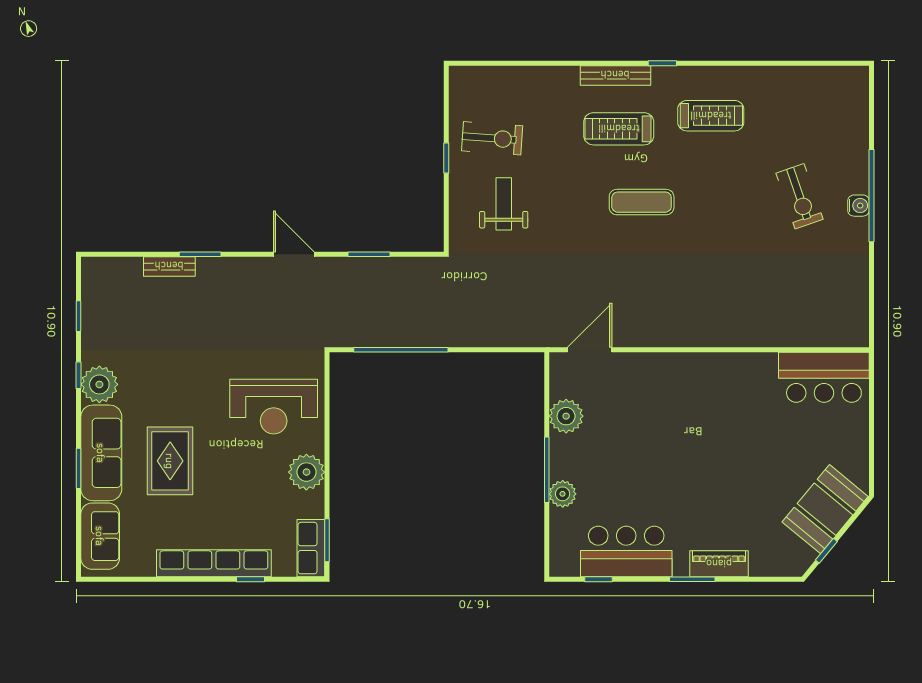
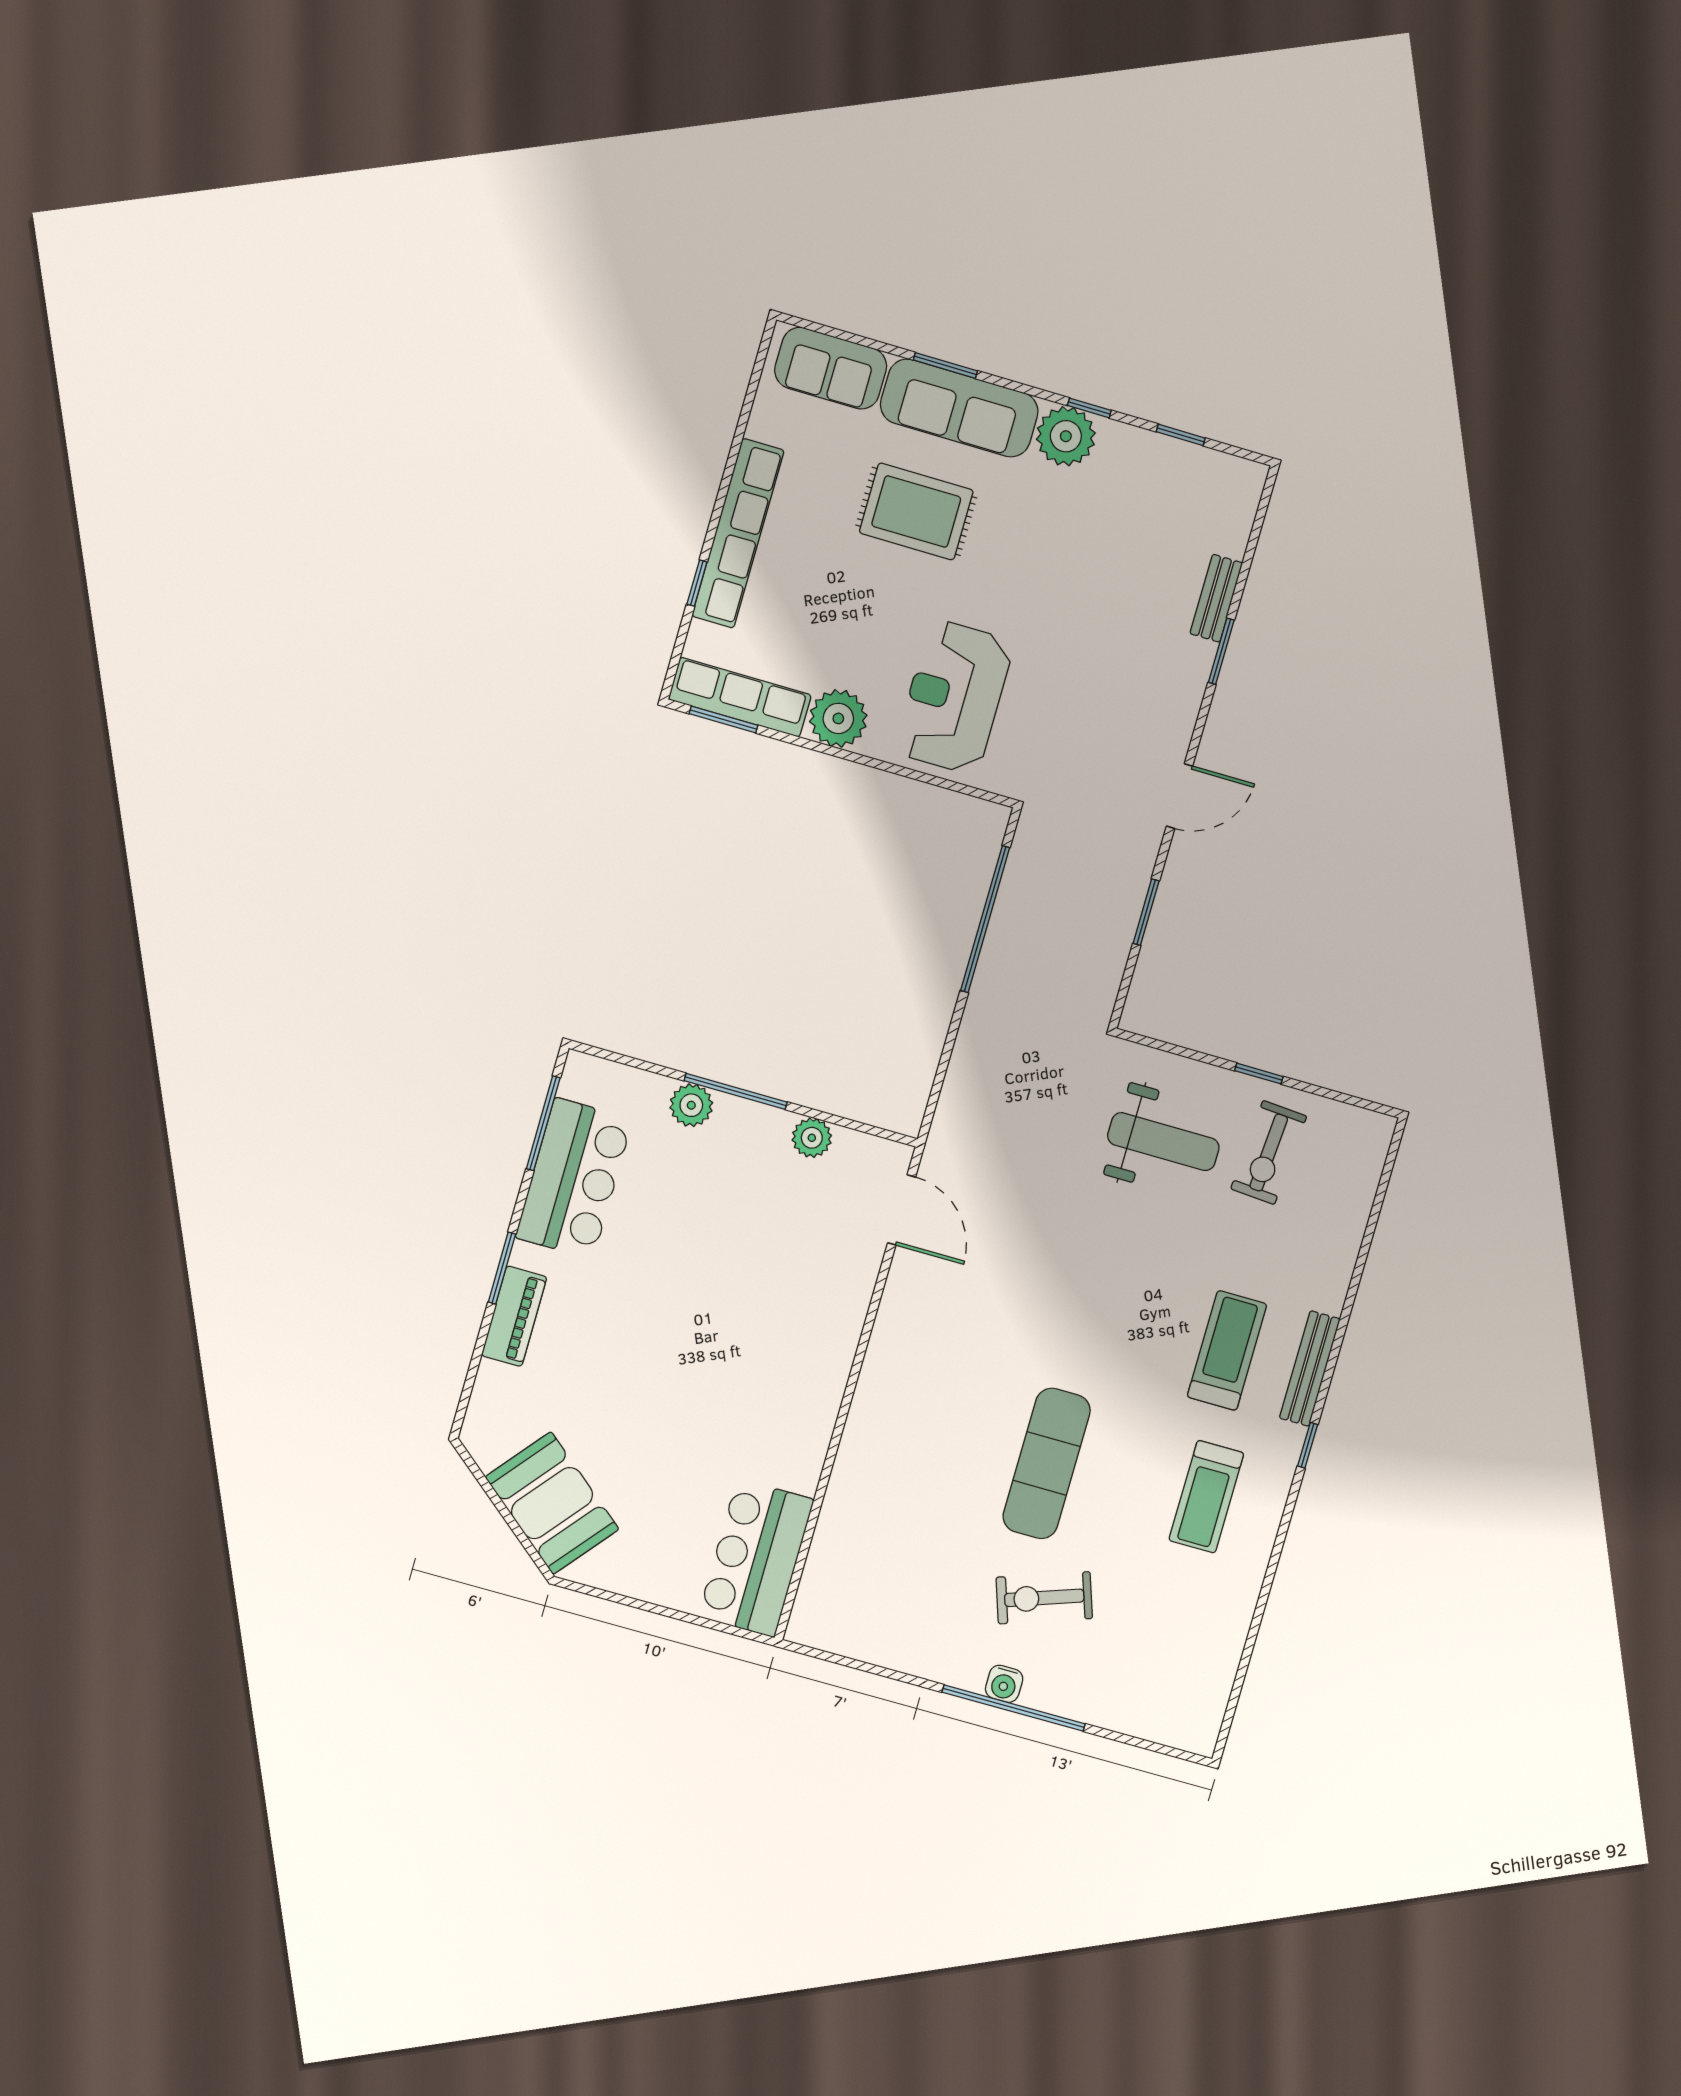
exercise mat: (642, 202) -> (1047, 1463), moved, width x1.36, depth x1.45
weight bench: (504, 204) -> (1163, 1142), width x1.36, depth x1.33
plant: (566, 416) -> (812, 1138), width x0.73, depth x0.73
row of seats: (311, 548) -> (740, 697), width x1.48
window: (826, 551) -> (487, 1487), removed
window: (598, 579) -> (543, 1123), width x2.17

